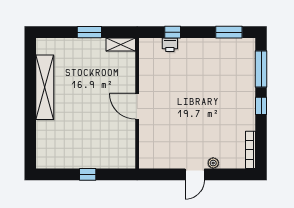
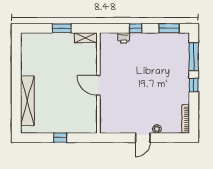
window: (173, 32) -> (136, 28), moved
shelving: (45, 87) -> (27, 101), moved

